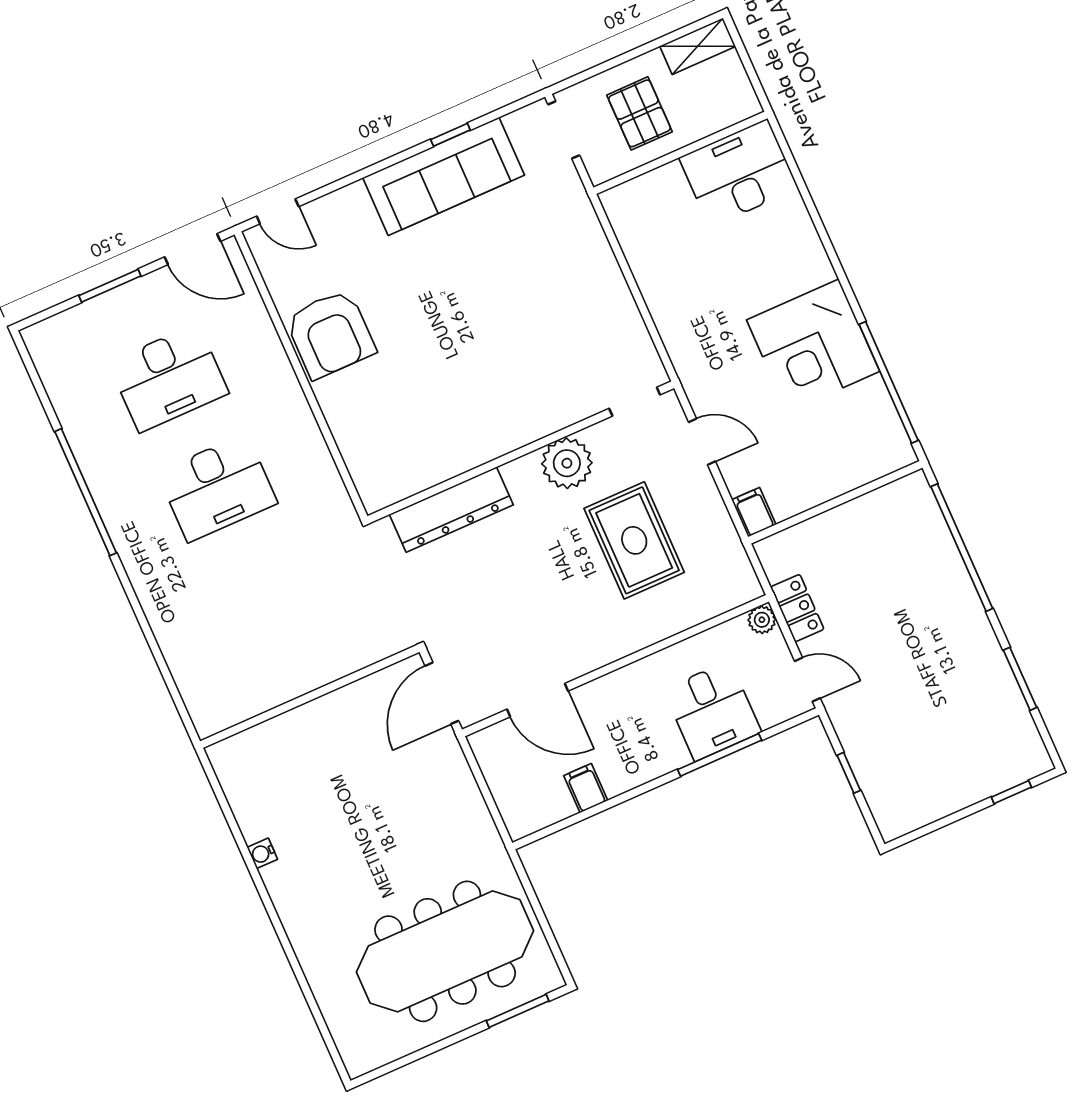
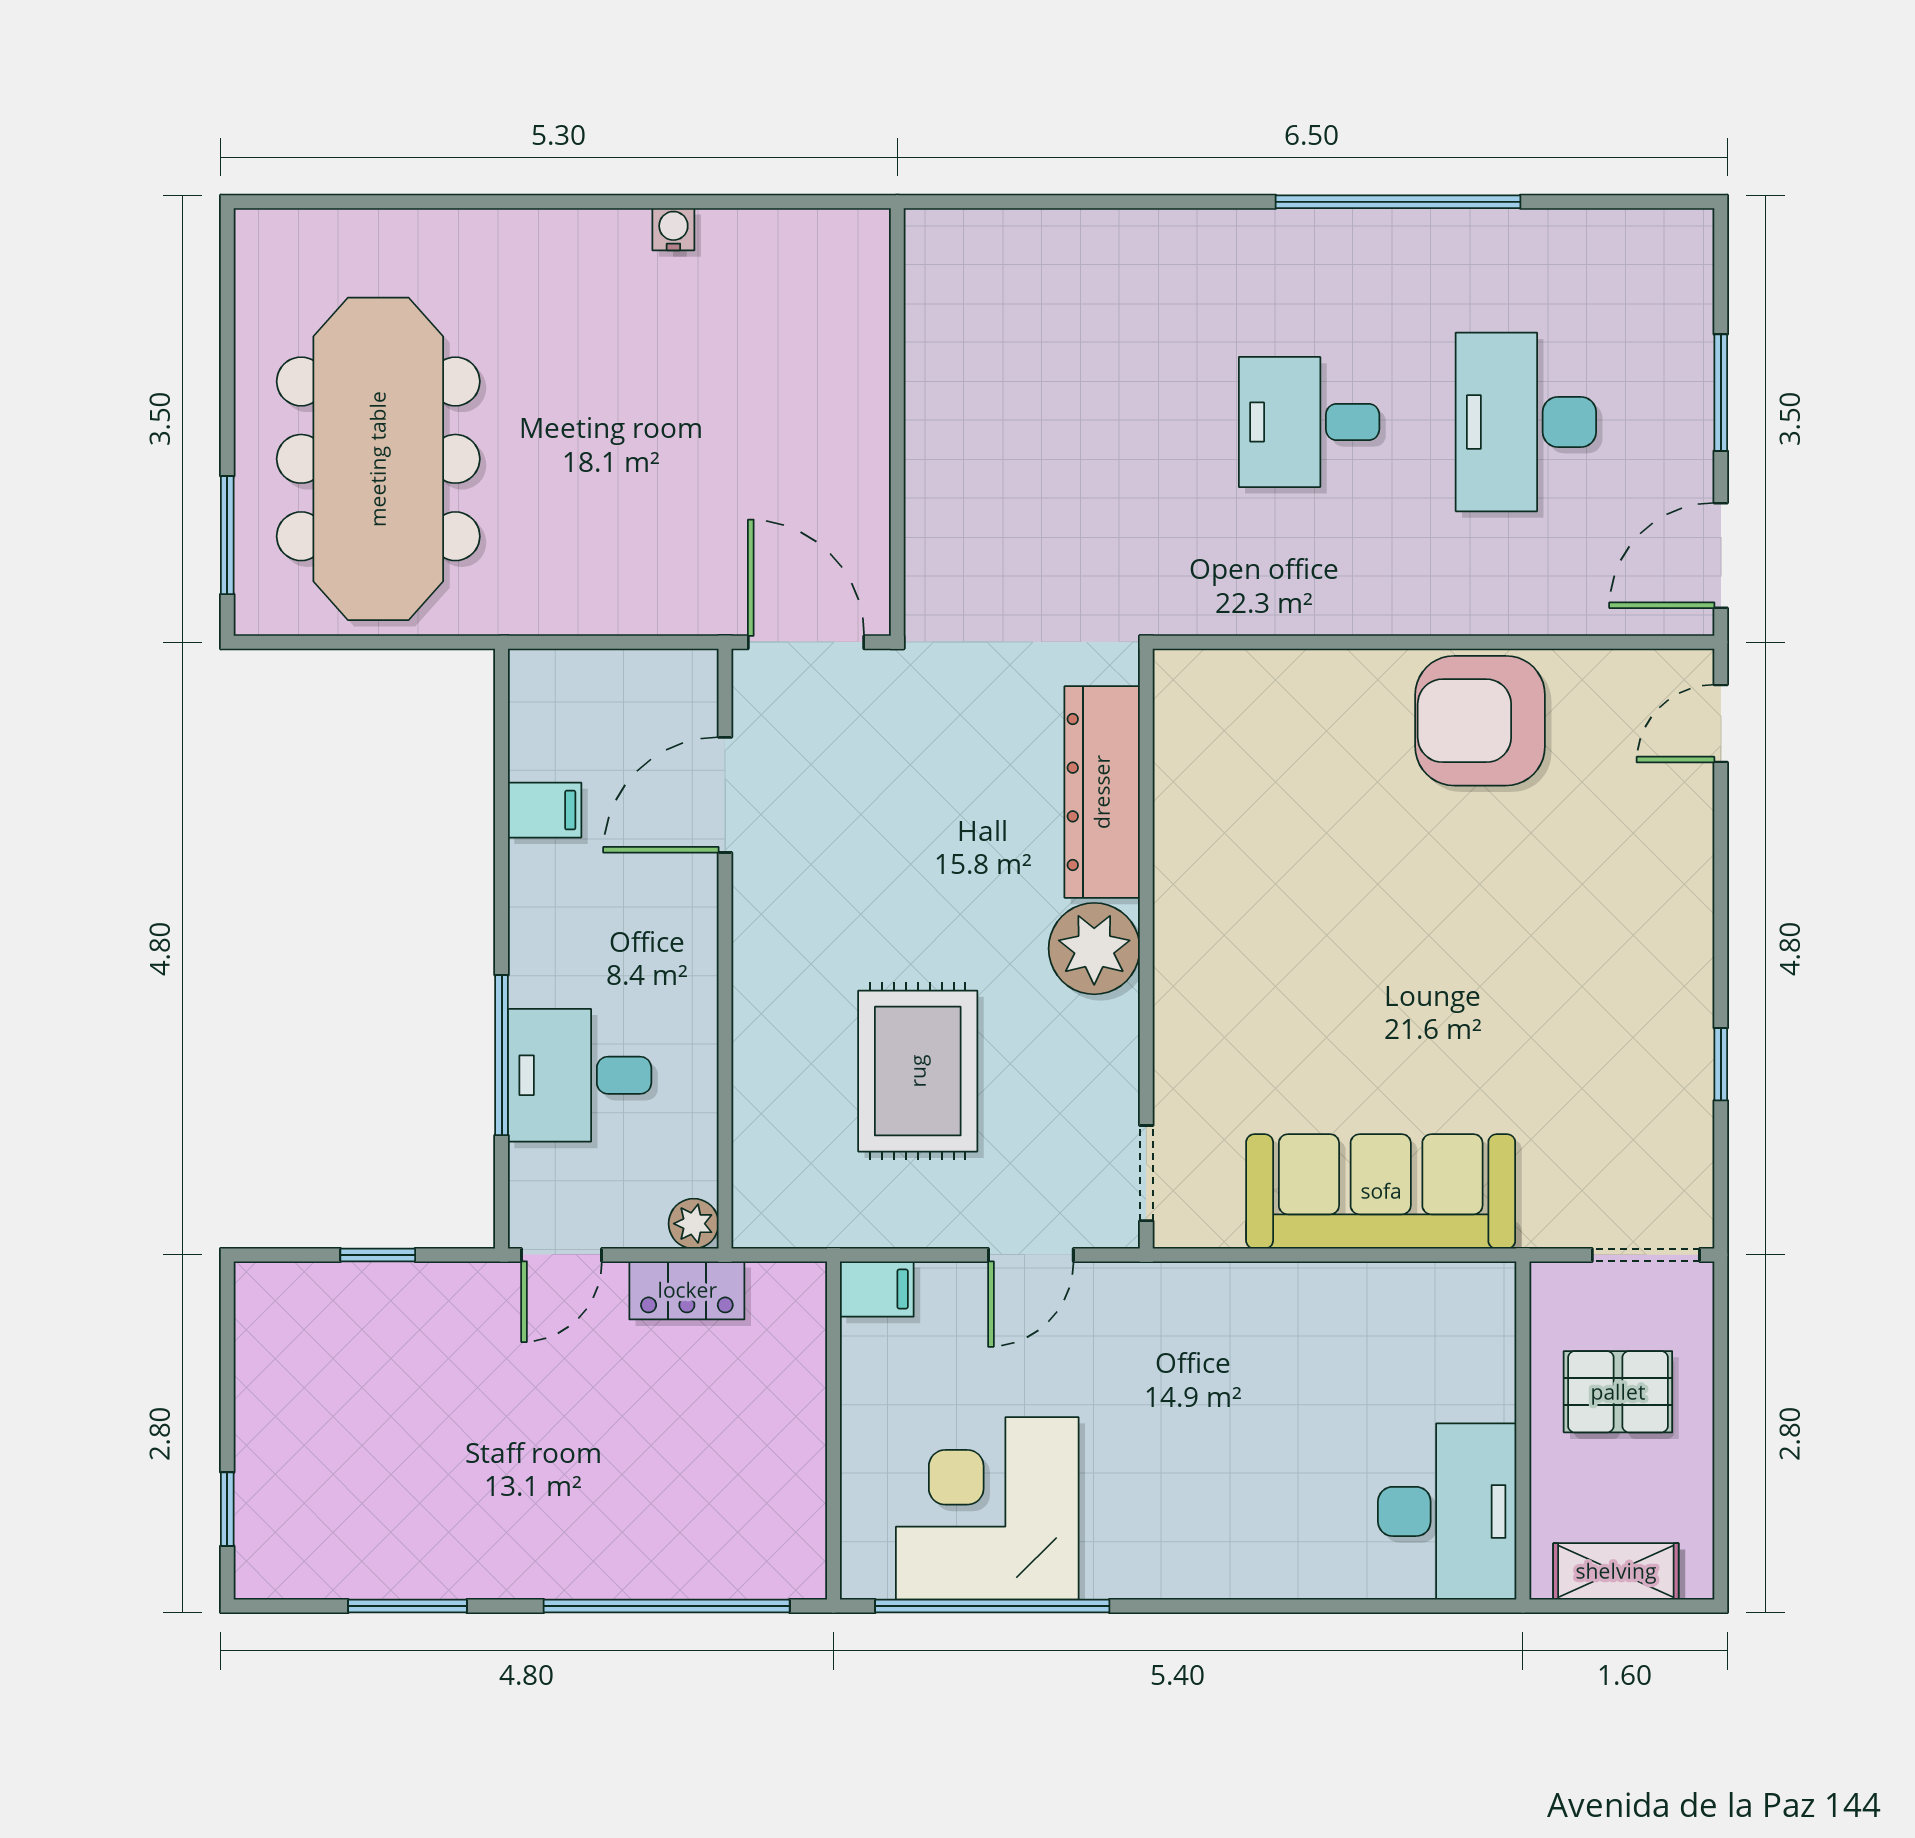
shelving: (698, 46) -> (1616, 1571), moved, turned 90
sofa: (444, 176) -> (1381, 1191), moved, turned 90
corner desk: (813, 346) -> (987, 1508), moved
plant: (567, 463) -> (1094, 949), moved
desk: (217, 488) -> (1309, 422), width x0.73
rug: (634, 540) -> (918, 1071), turned 90

